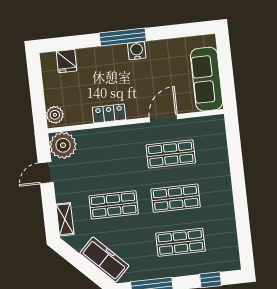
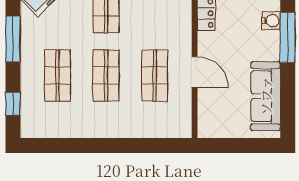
water cooler: (137, 51) -> (271, 21), moved
sofa: (207, 79) -> (266, 96), moved, turned -90

